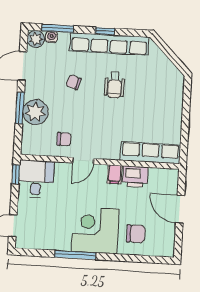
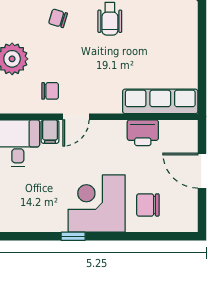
filing cabinet: (115, 174) -> (50, 132), moved
chair: (136, 234) -> (148, 205), turned 180
window: (75, 255) -> (73, 236), width x0.46

